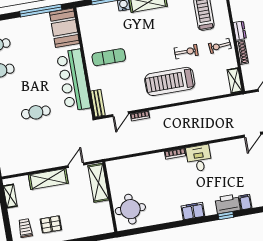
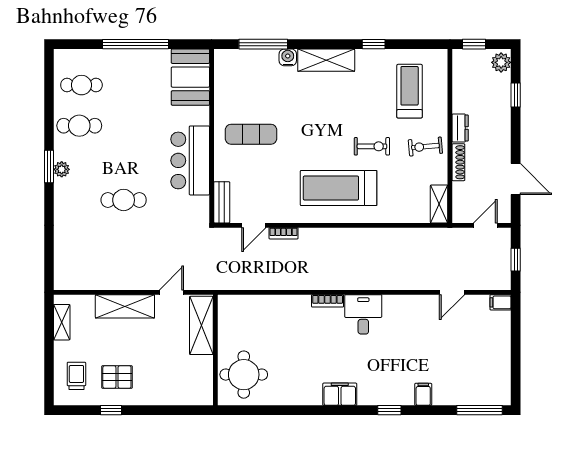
window: (41, 11) -> (135, 44), moved
bar counter: (73, 80) -> (190, 160), width x0.73
printer: (228, 204) -> (395, 392), removed

